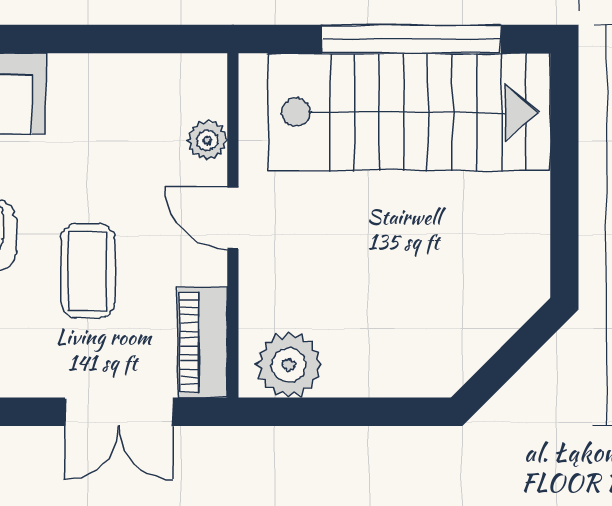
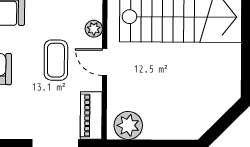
coffee table: (88, 271) -> (56, 60), moved

